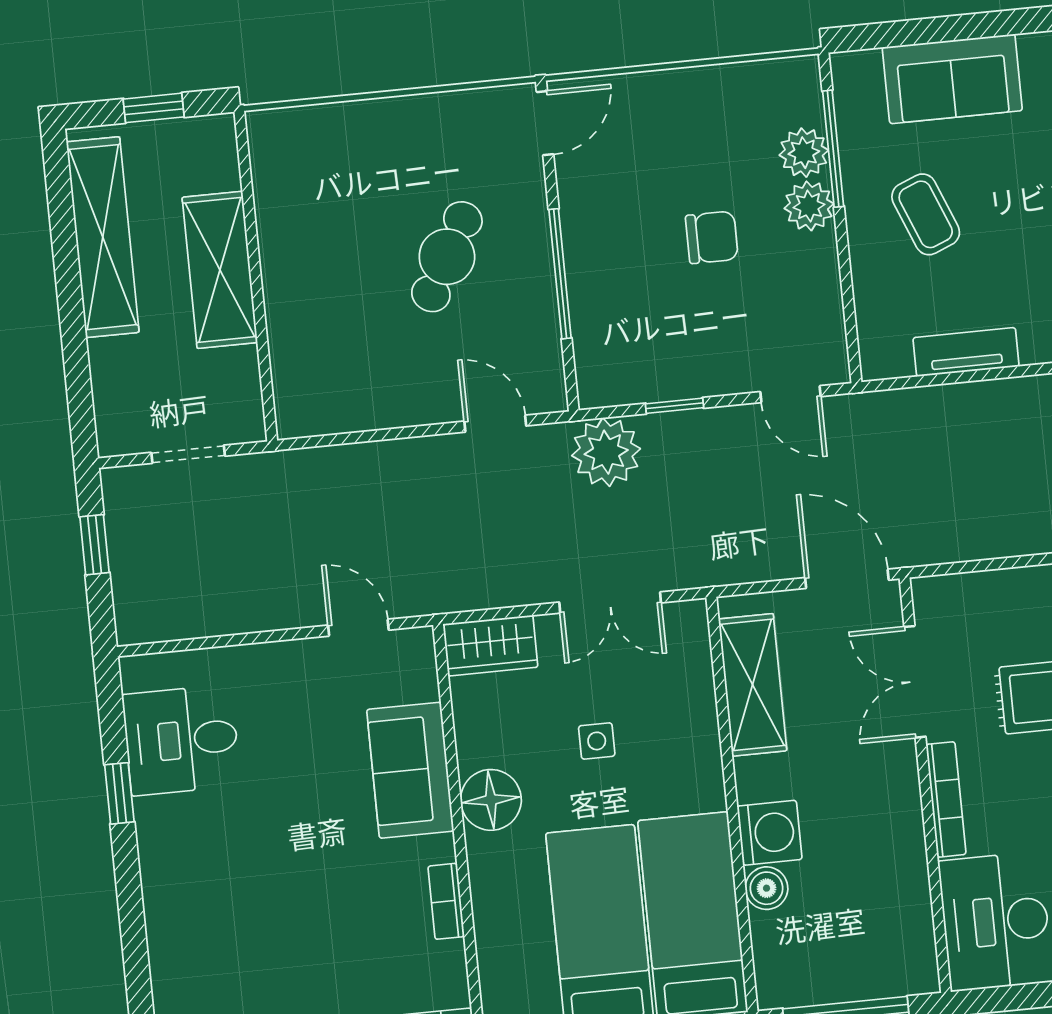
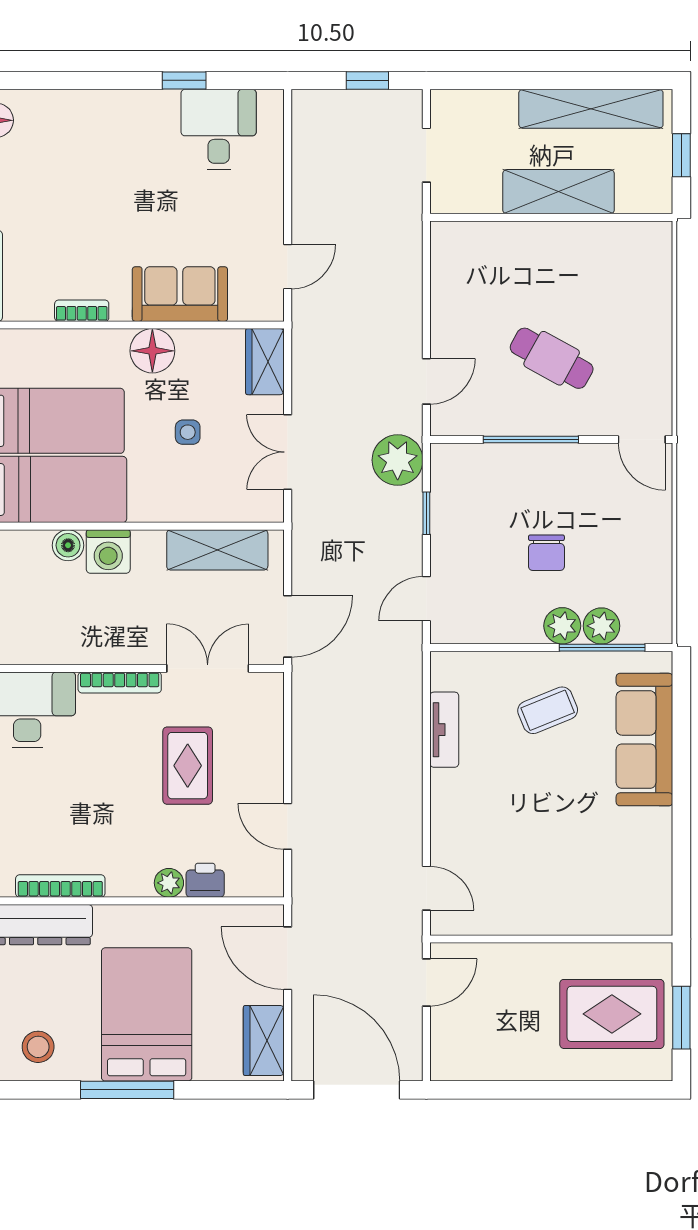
sofa: (952, 79) -> (644, 740), width x1.36

